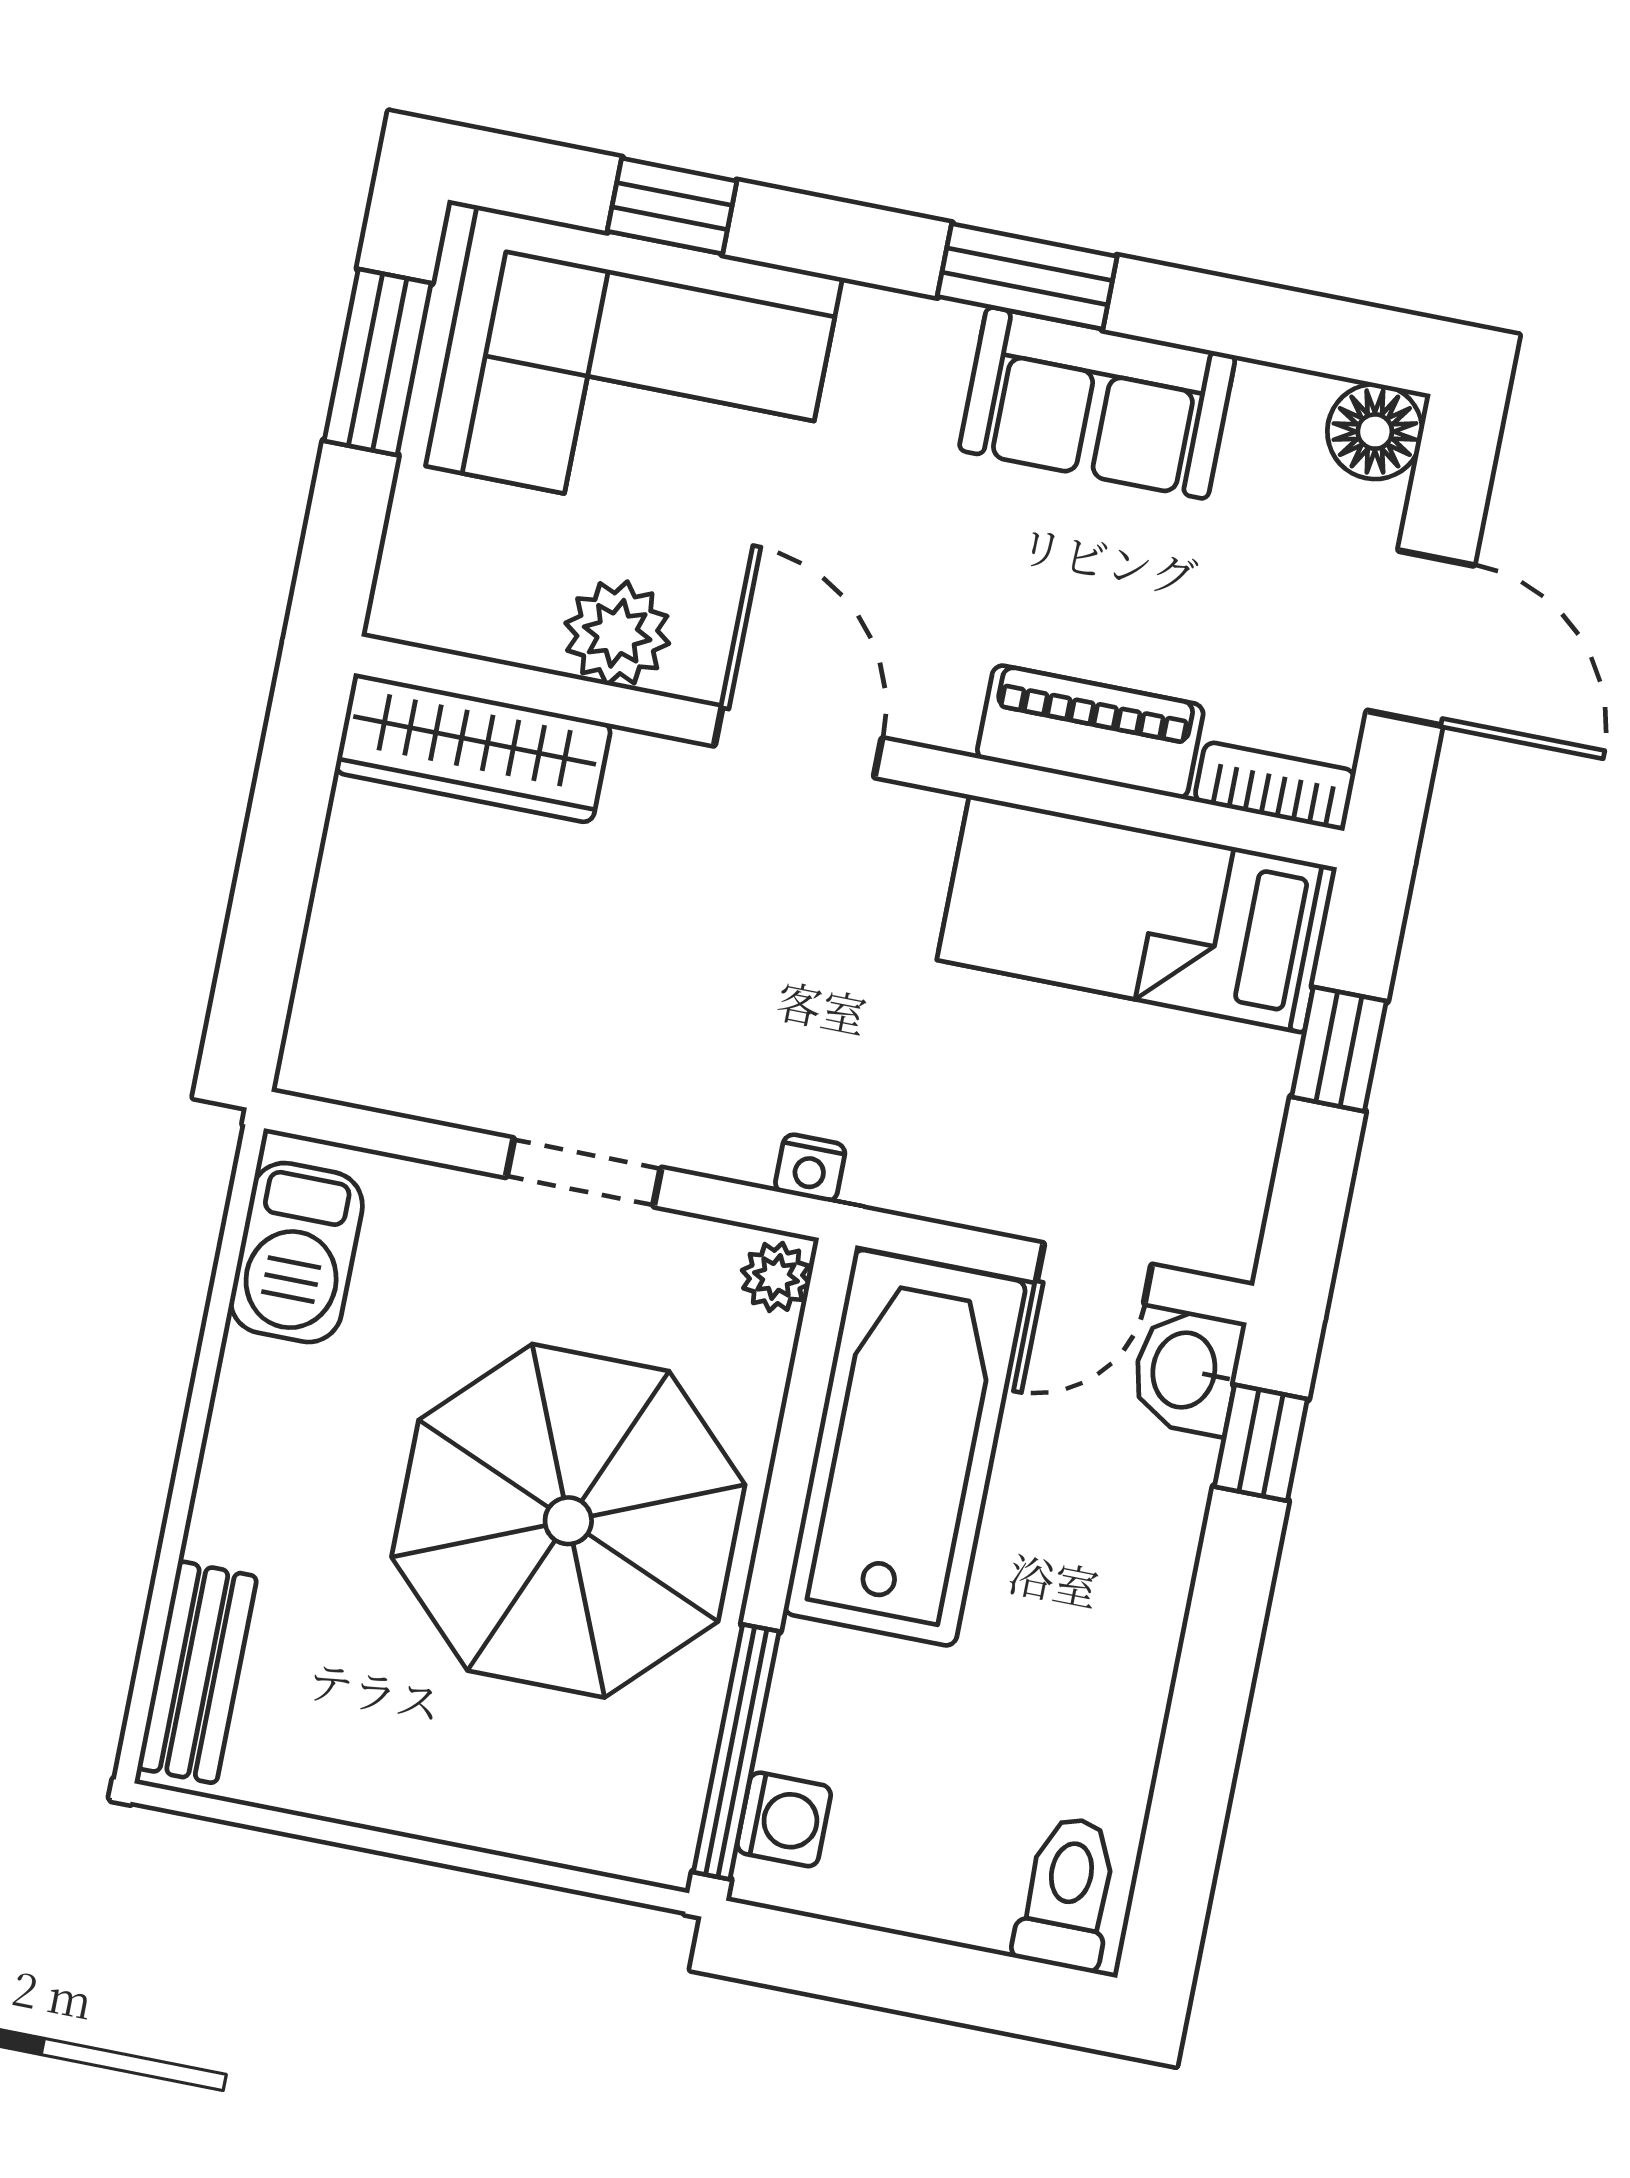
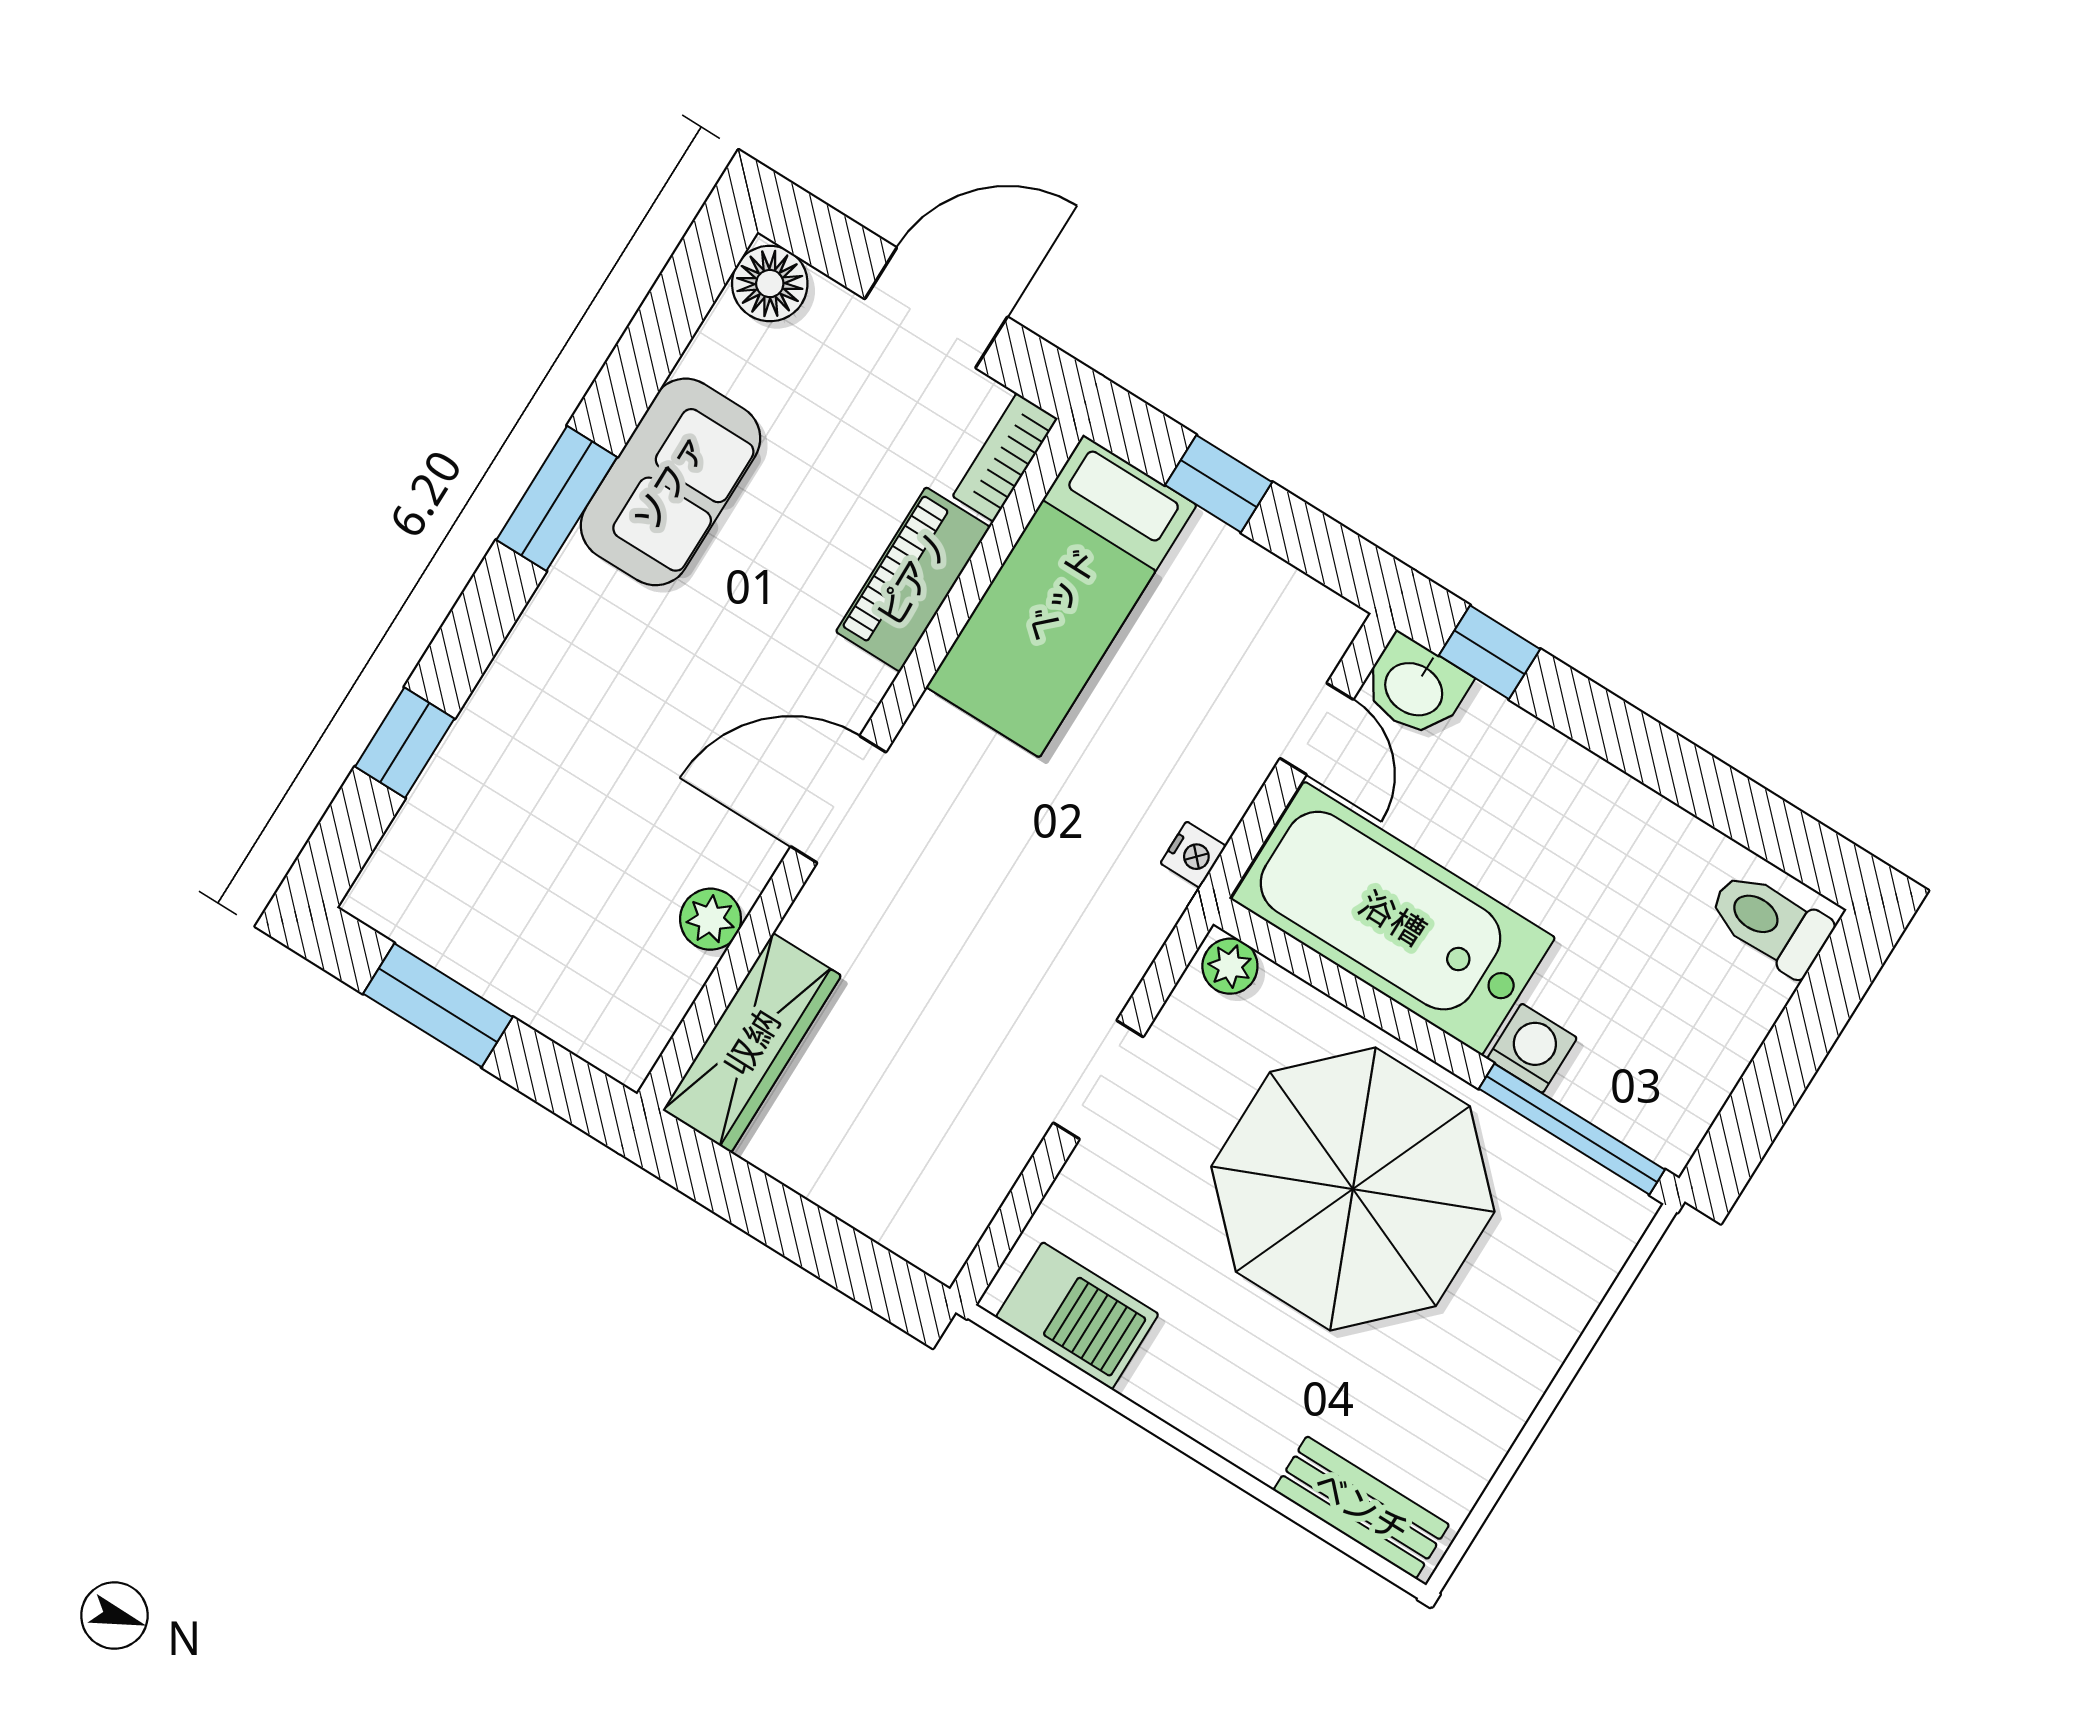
corner sofa: (634, 372) -> (517, 817), removed
plant: (617, 633) -> (711, 919), width x0.73, depth x0.73
nightstand: (810, 1168) -> (1193, 855), moved
washing machine: (784, 1819) -> (1532, 1048), moved

